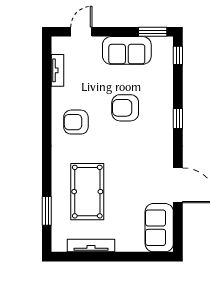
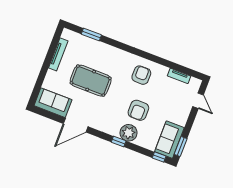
sofa: (127, 50) -> (169, 140), moved
armchair: (125, 108) -> (138, 110), turned 180
plant: (161, 110) -> (129, 133), added
pool table: (87, 192) -> (91, 81), moved

